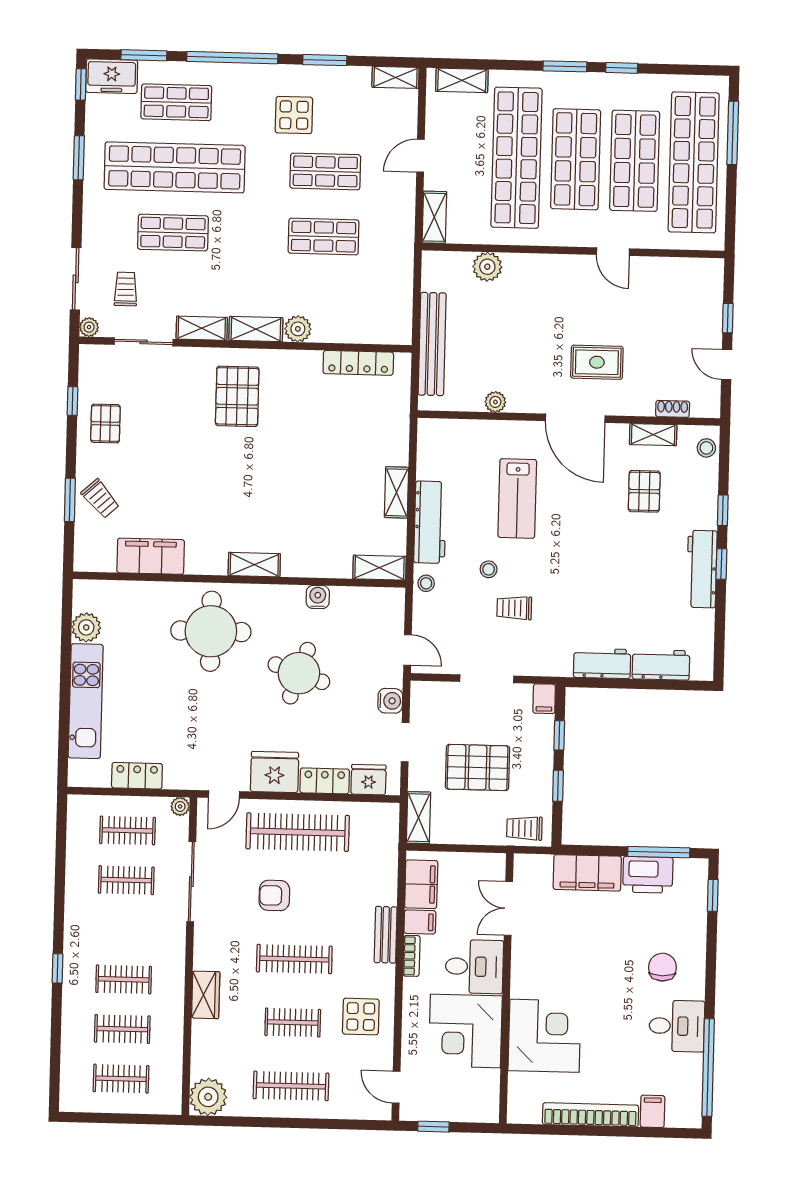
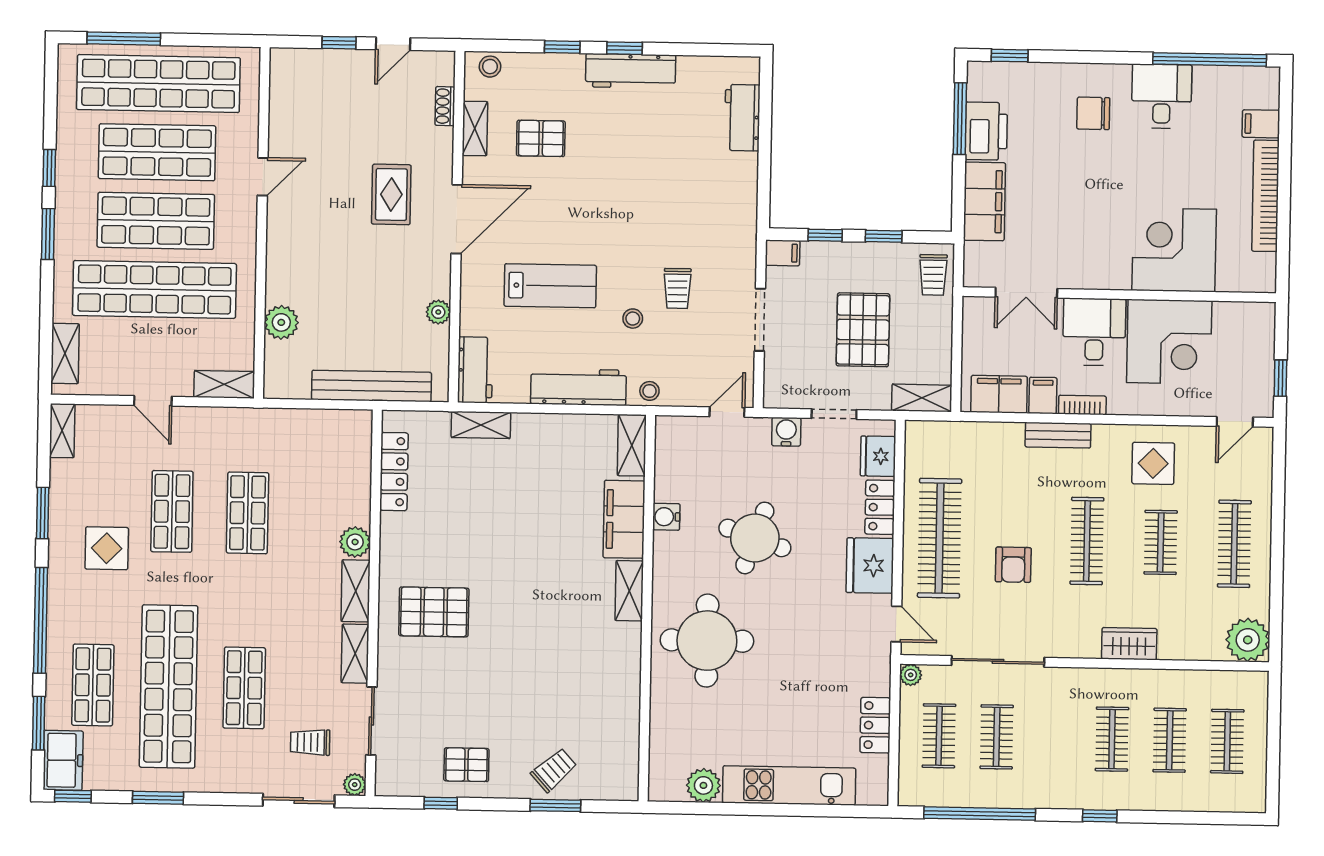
shelving: (396, 492) -> (481, 425), moved
filing cabinet: (151, 556) -> (624, 519), moved
workbench: (602, 663) -> (475, 370), moved, turned 180
window: (60, 865) -> (980, 814), added

